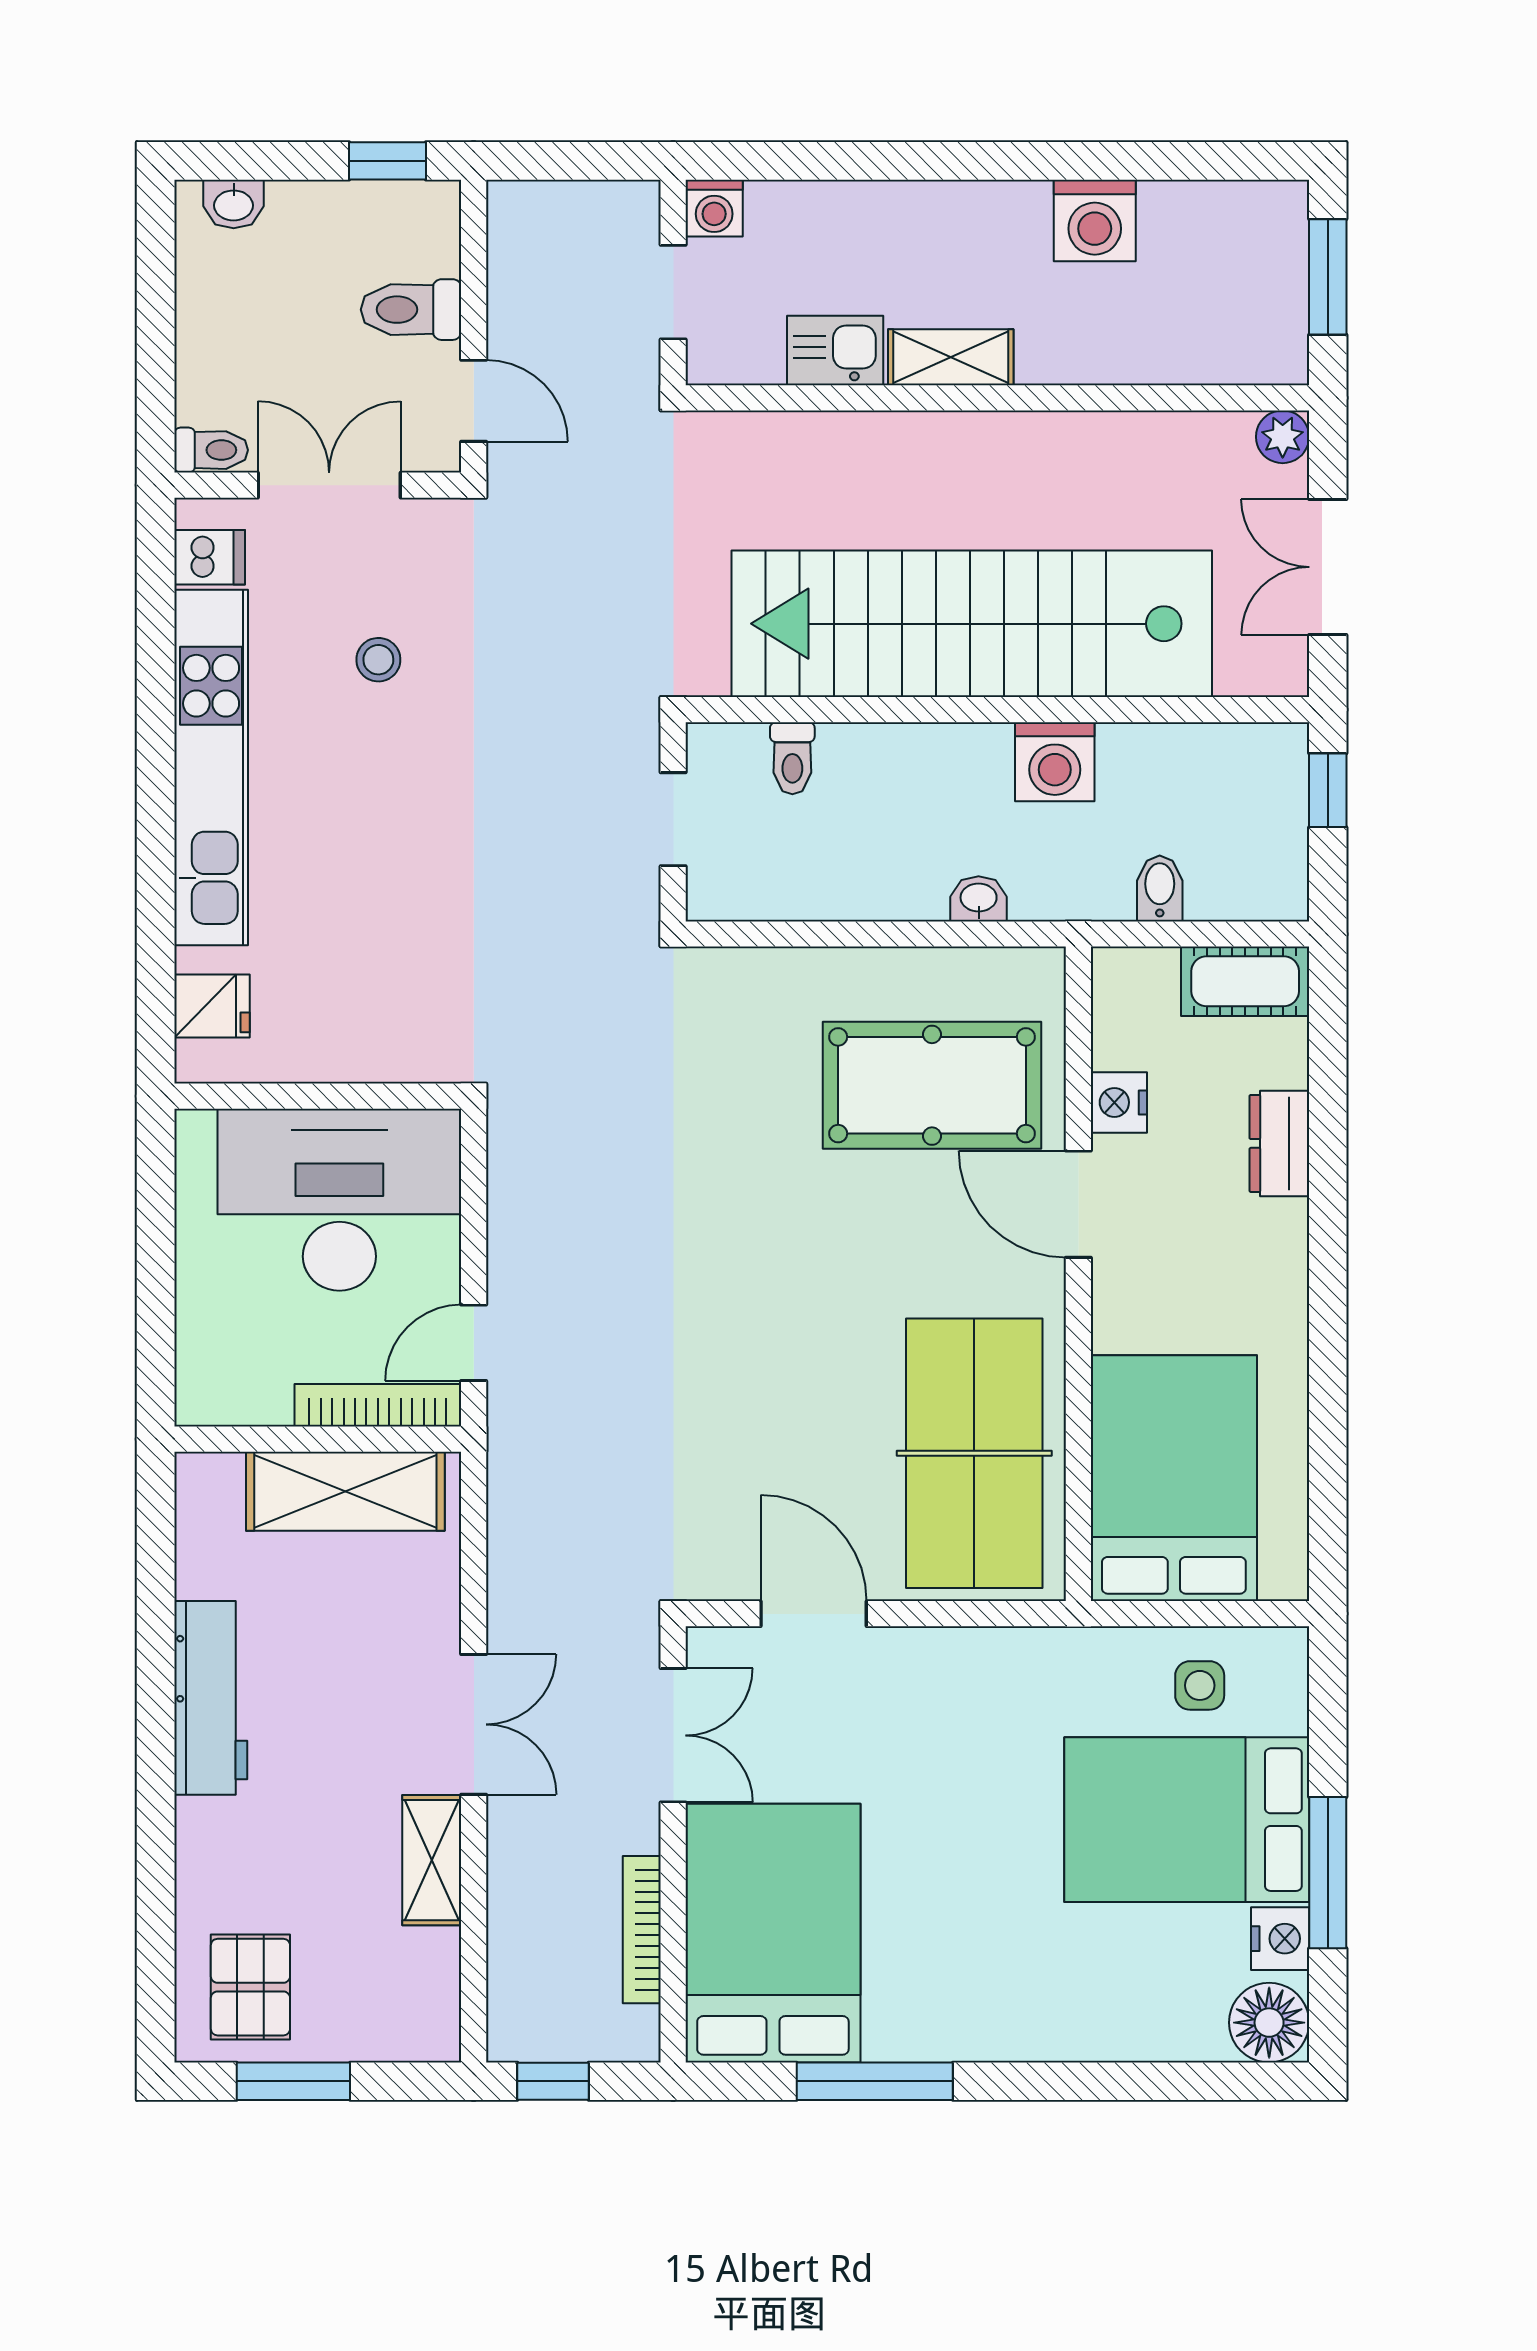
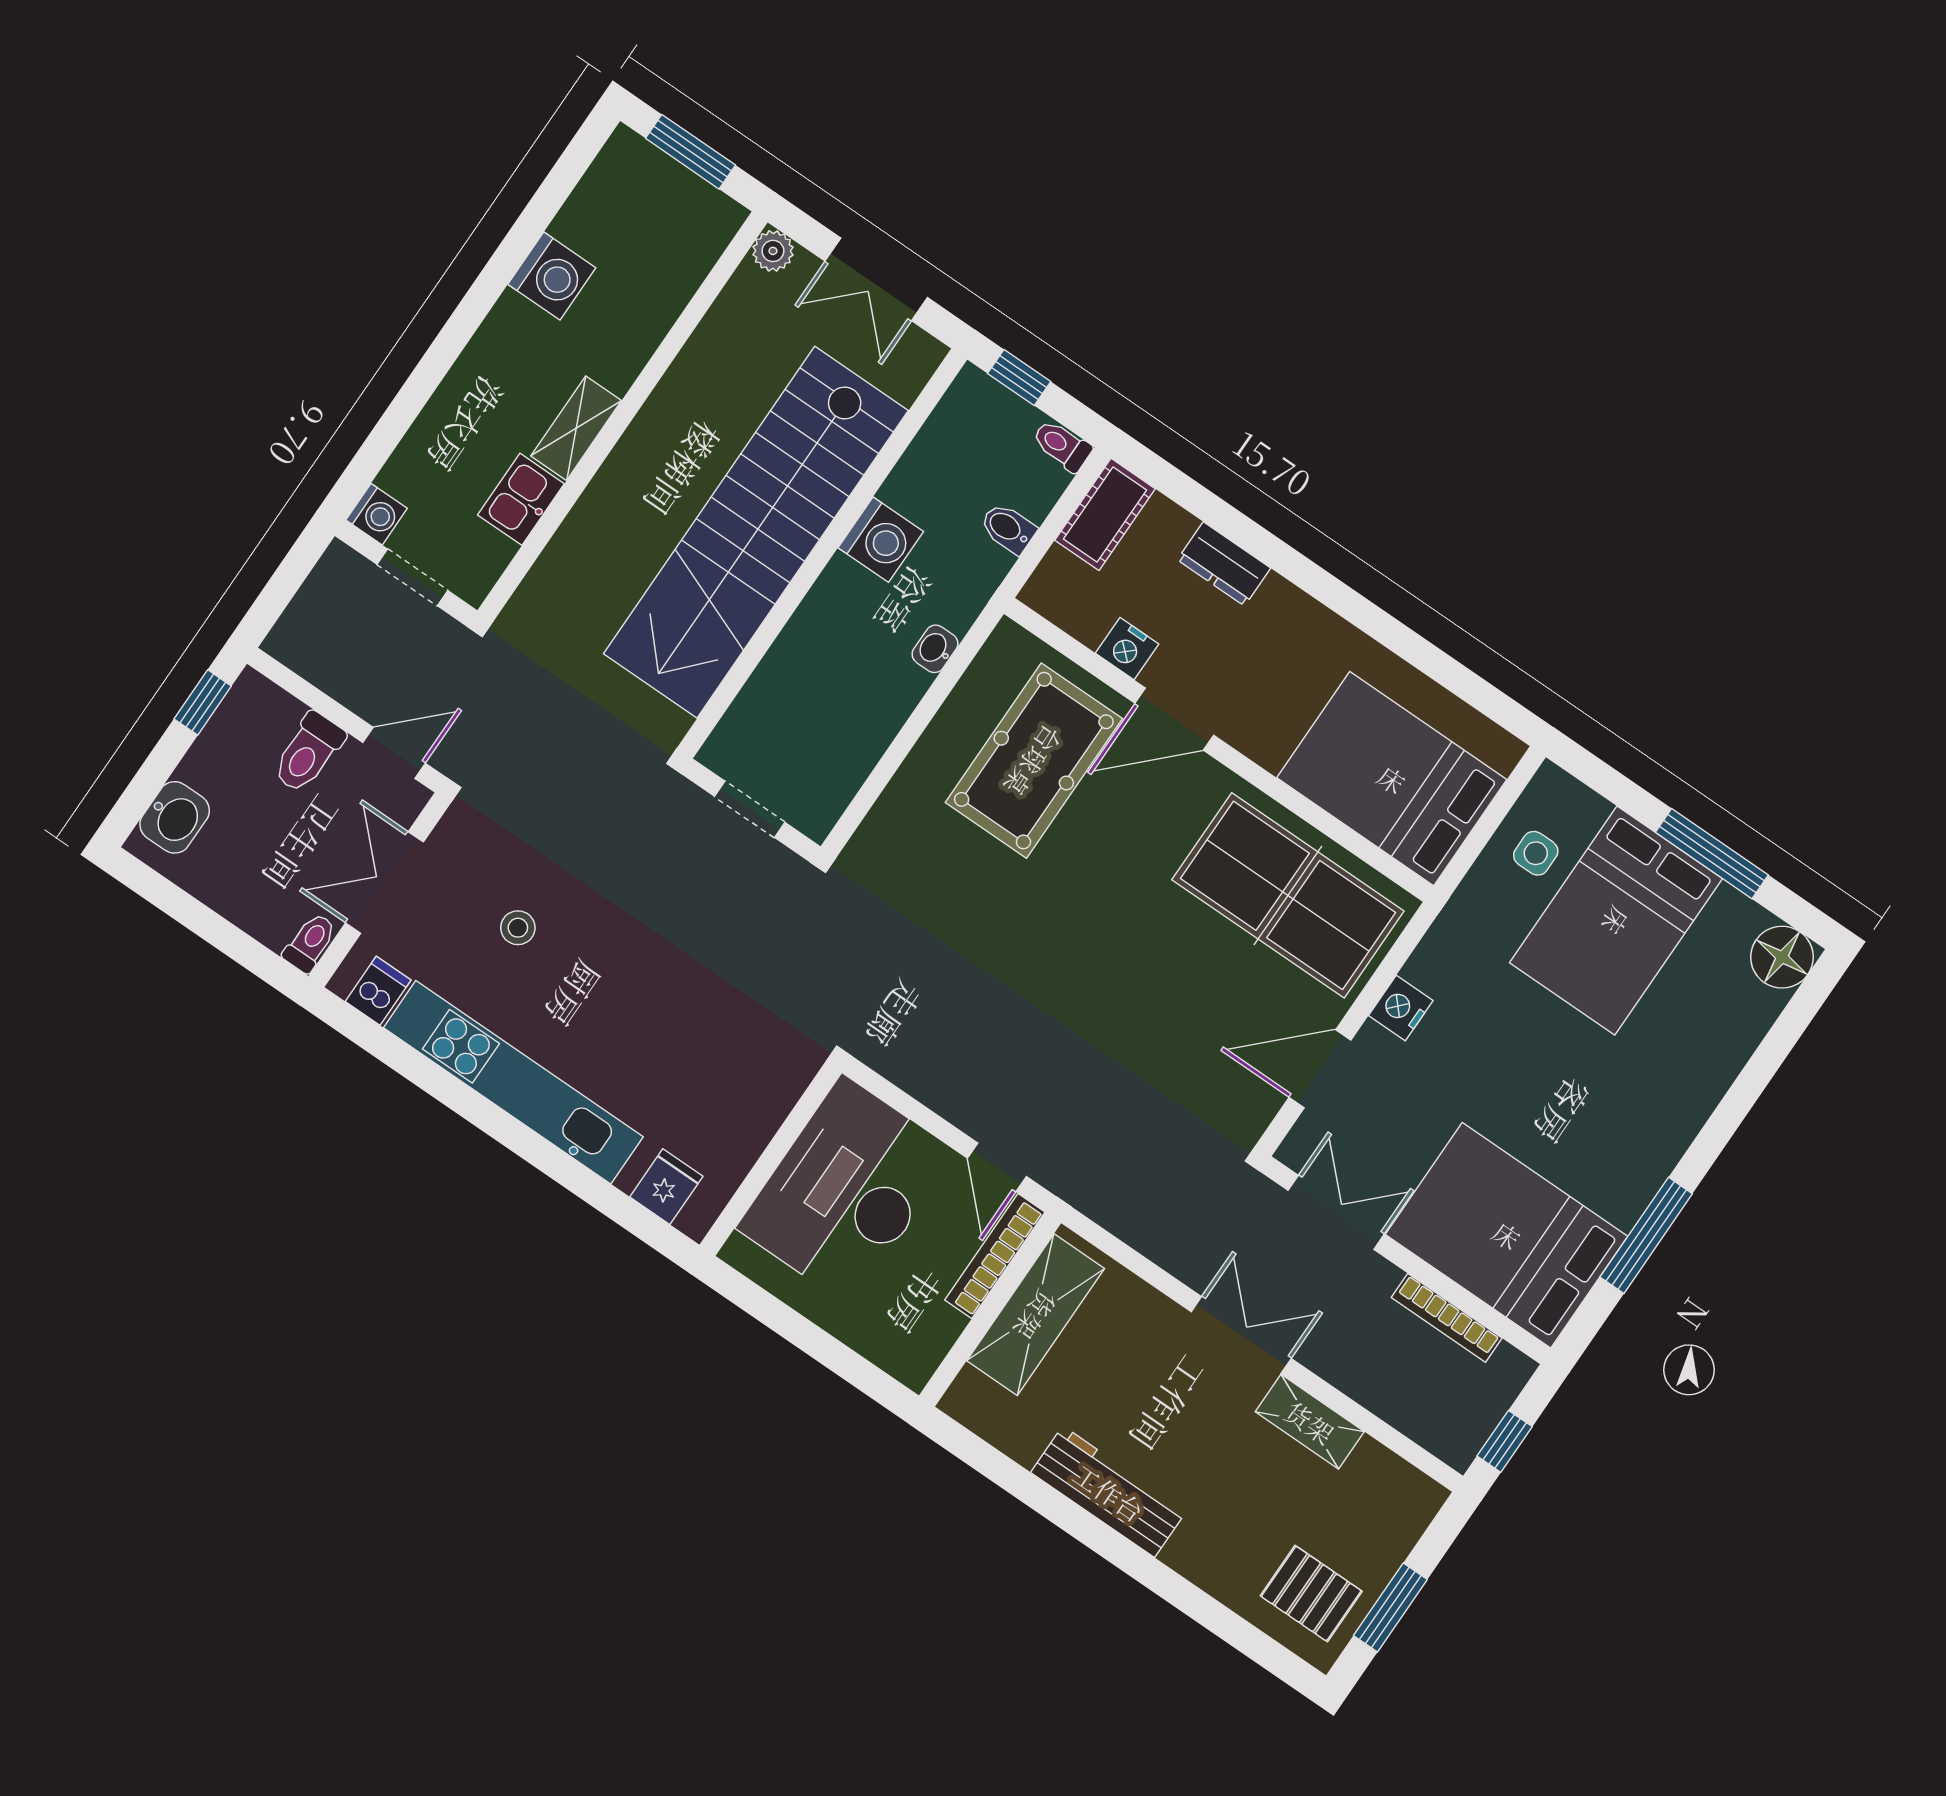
washbasin: (234, 204) -> (175, 817), width x1.38, depth x1.45
toilet: (792, 758) -> (1062, 446), moved, turned 180
nightstand: (1280, 1939) -> (1401, 1008), moved, turned -90

